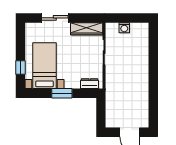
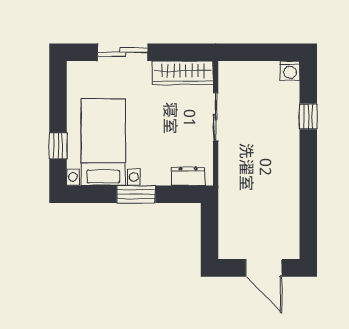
washing machine: (124, 28) -> (290, 71), moved
window: (153, 52) -> (308, 116), added

